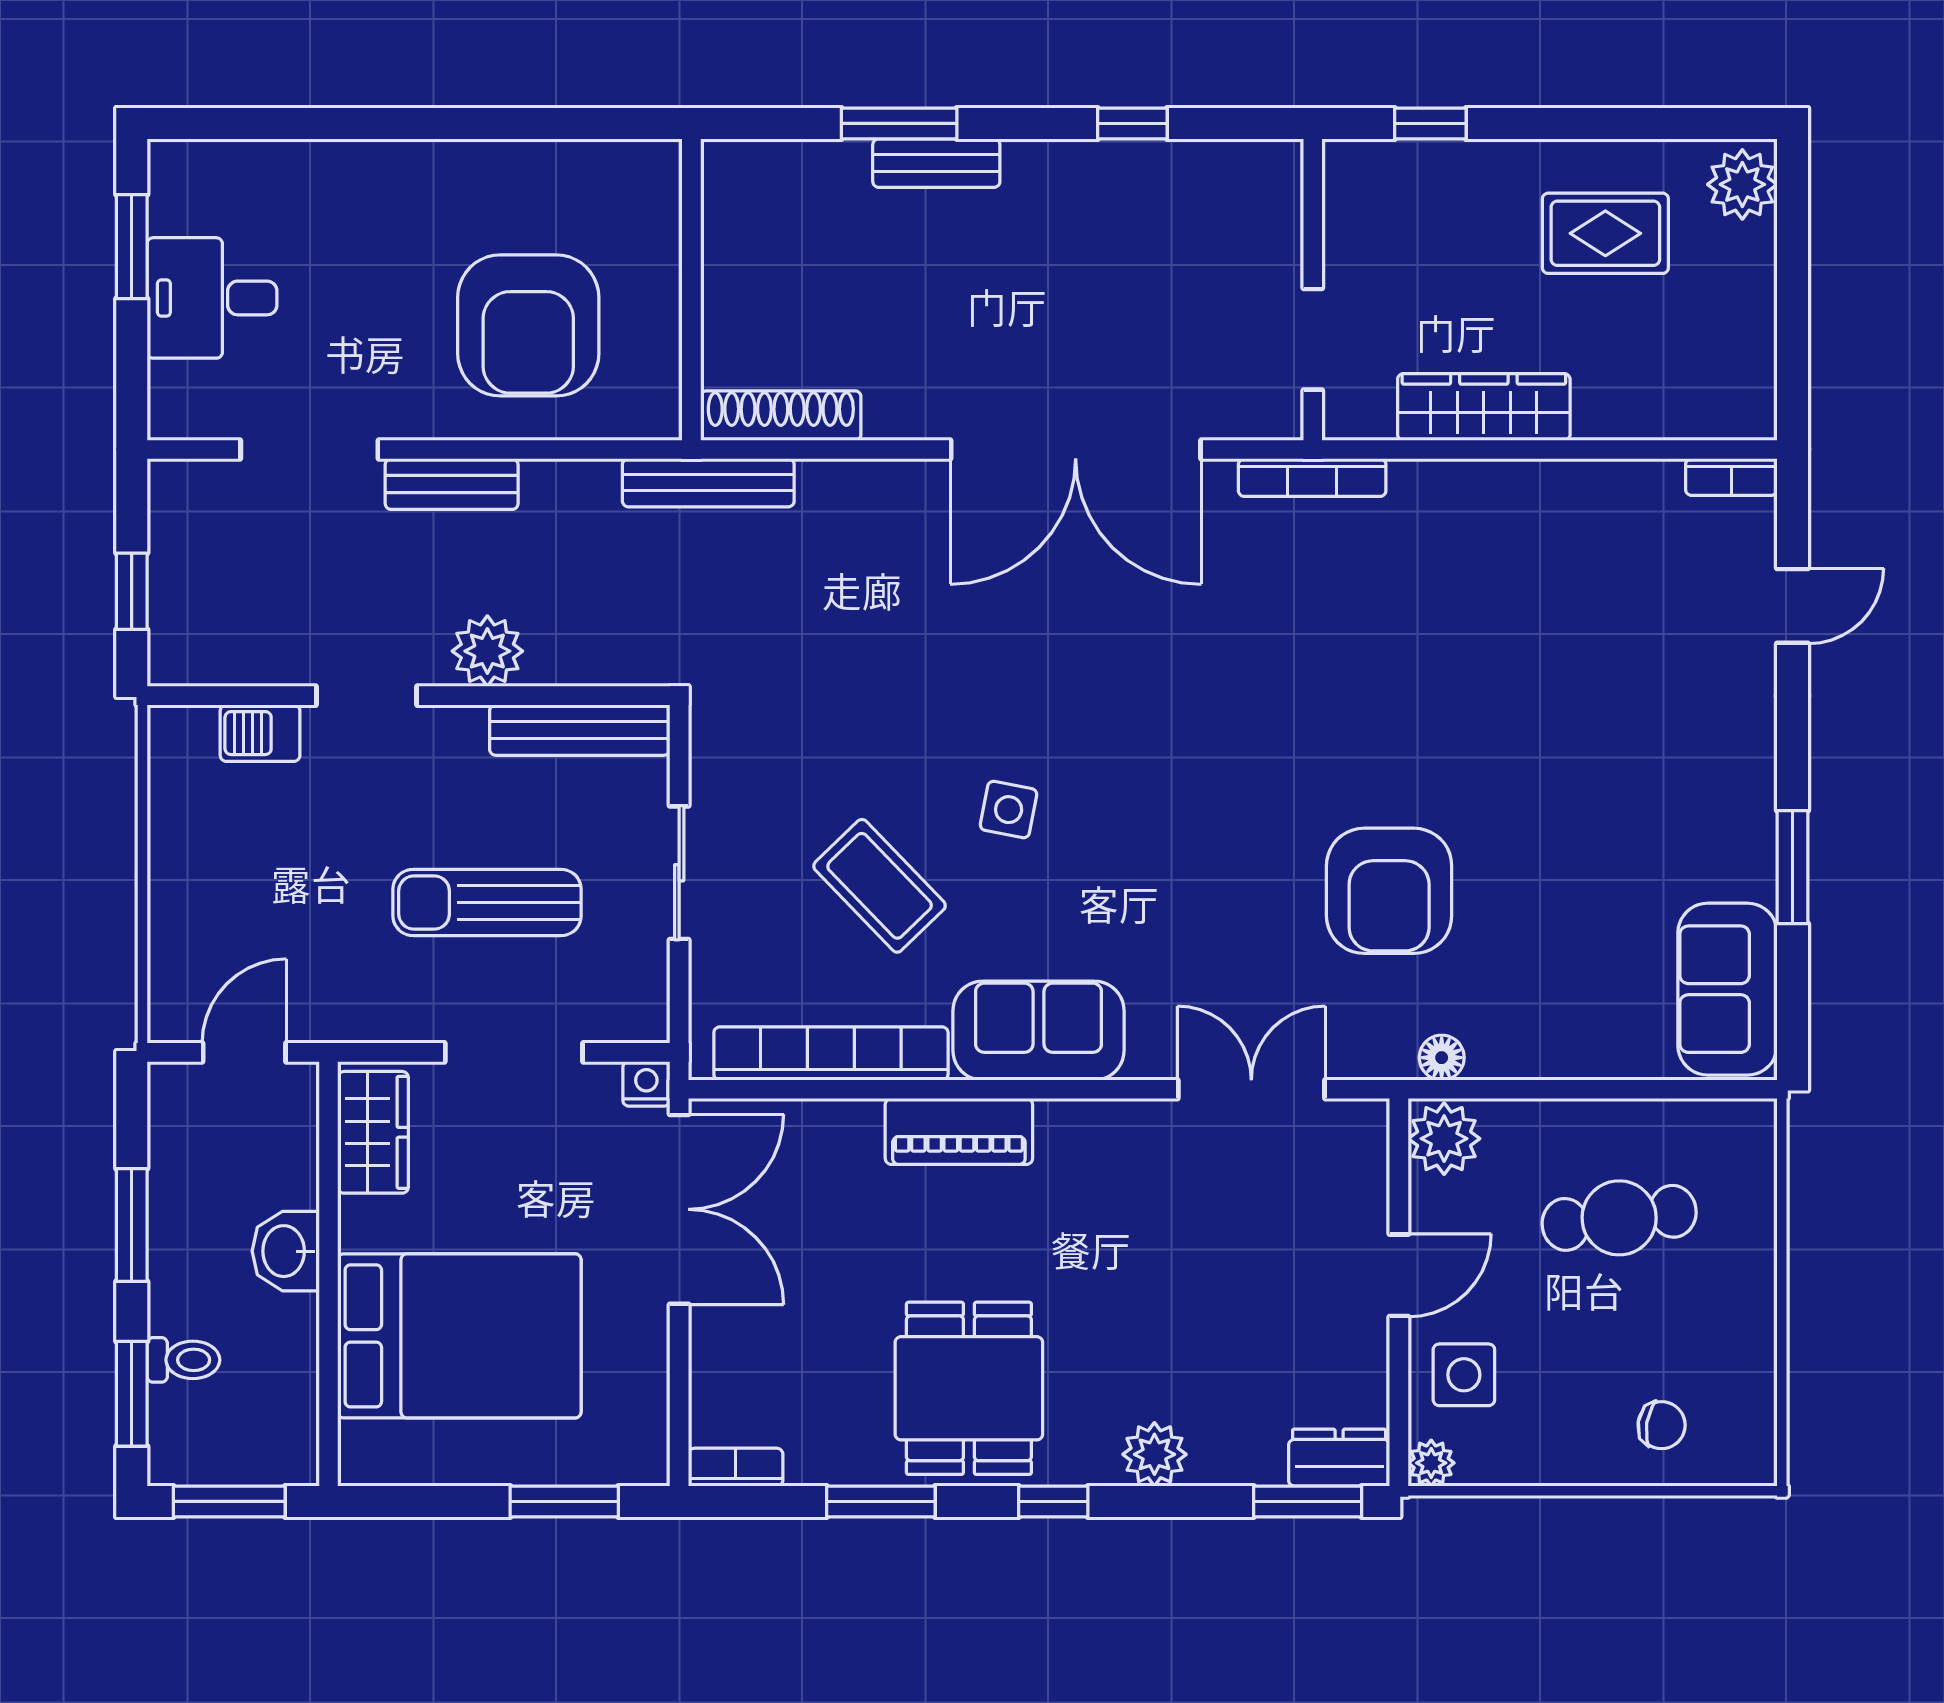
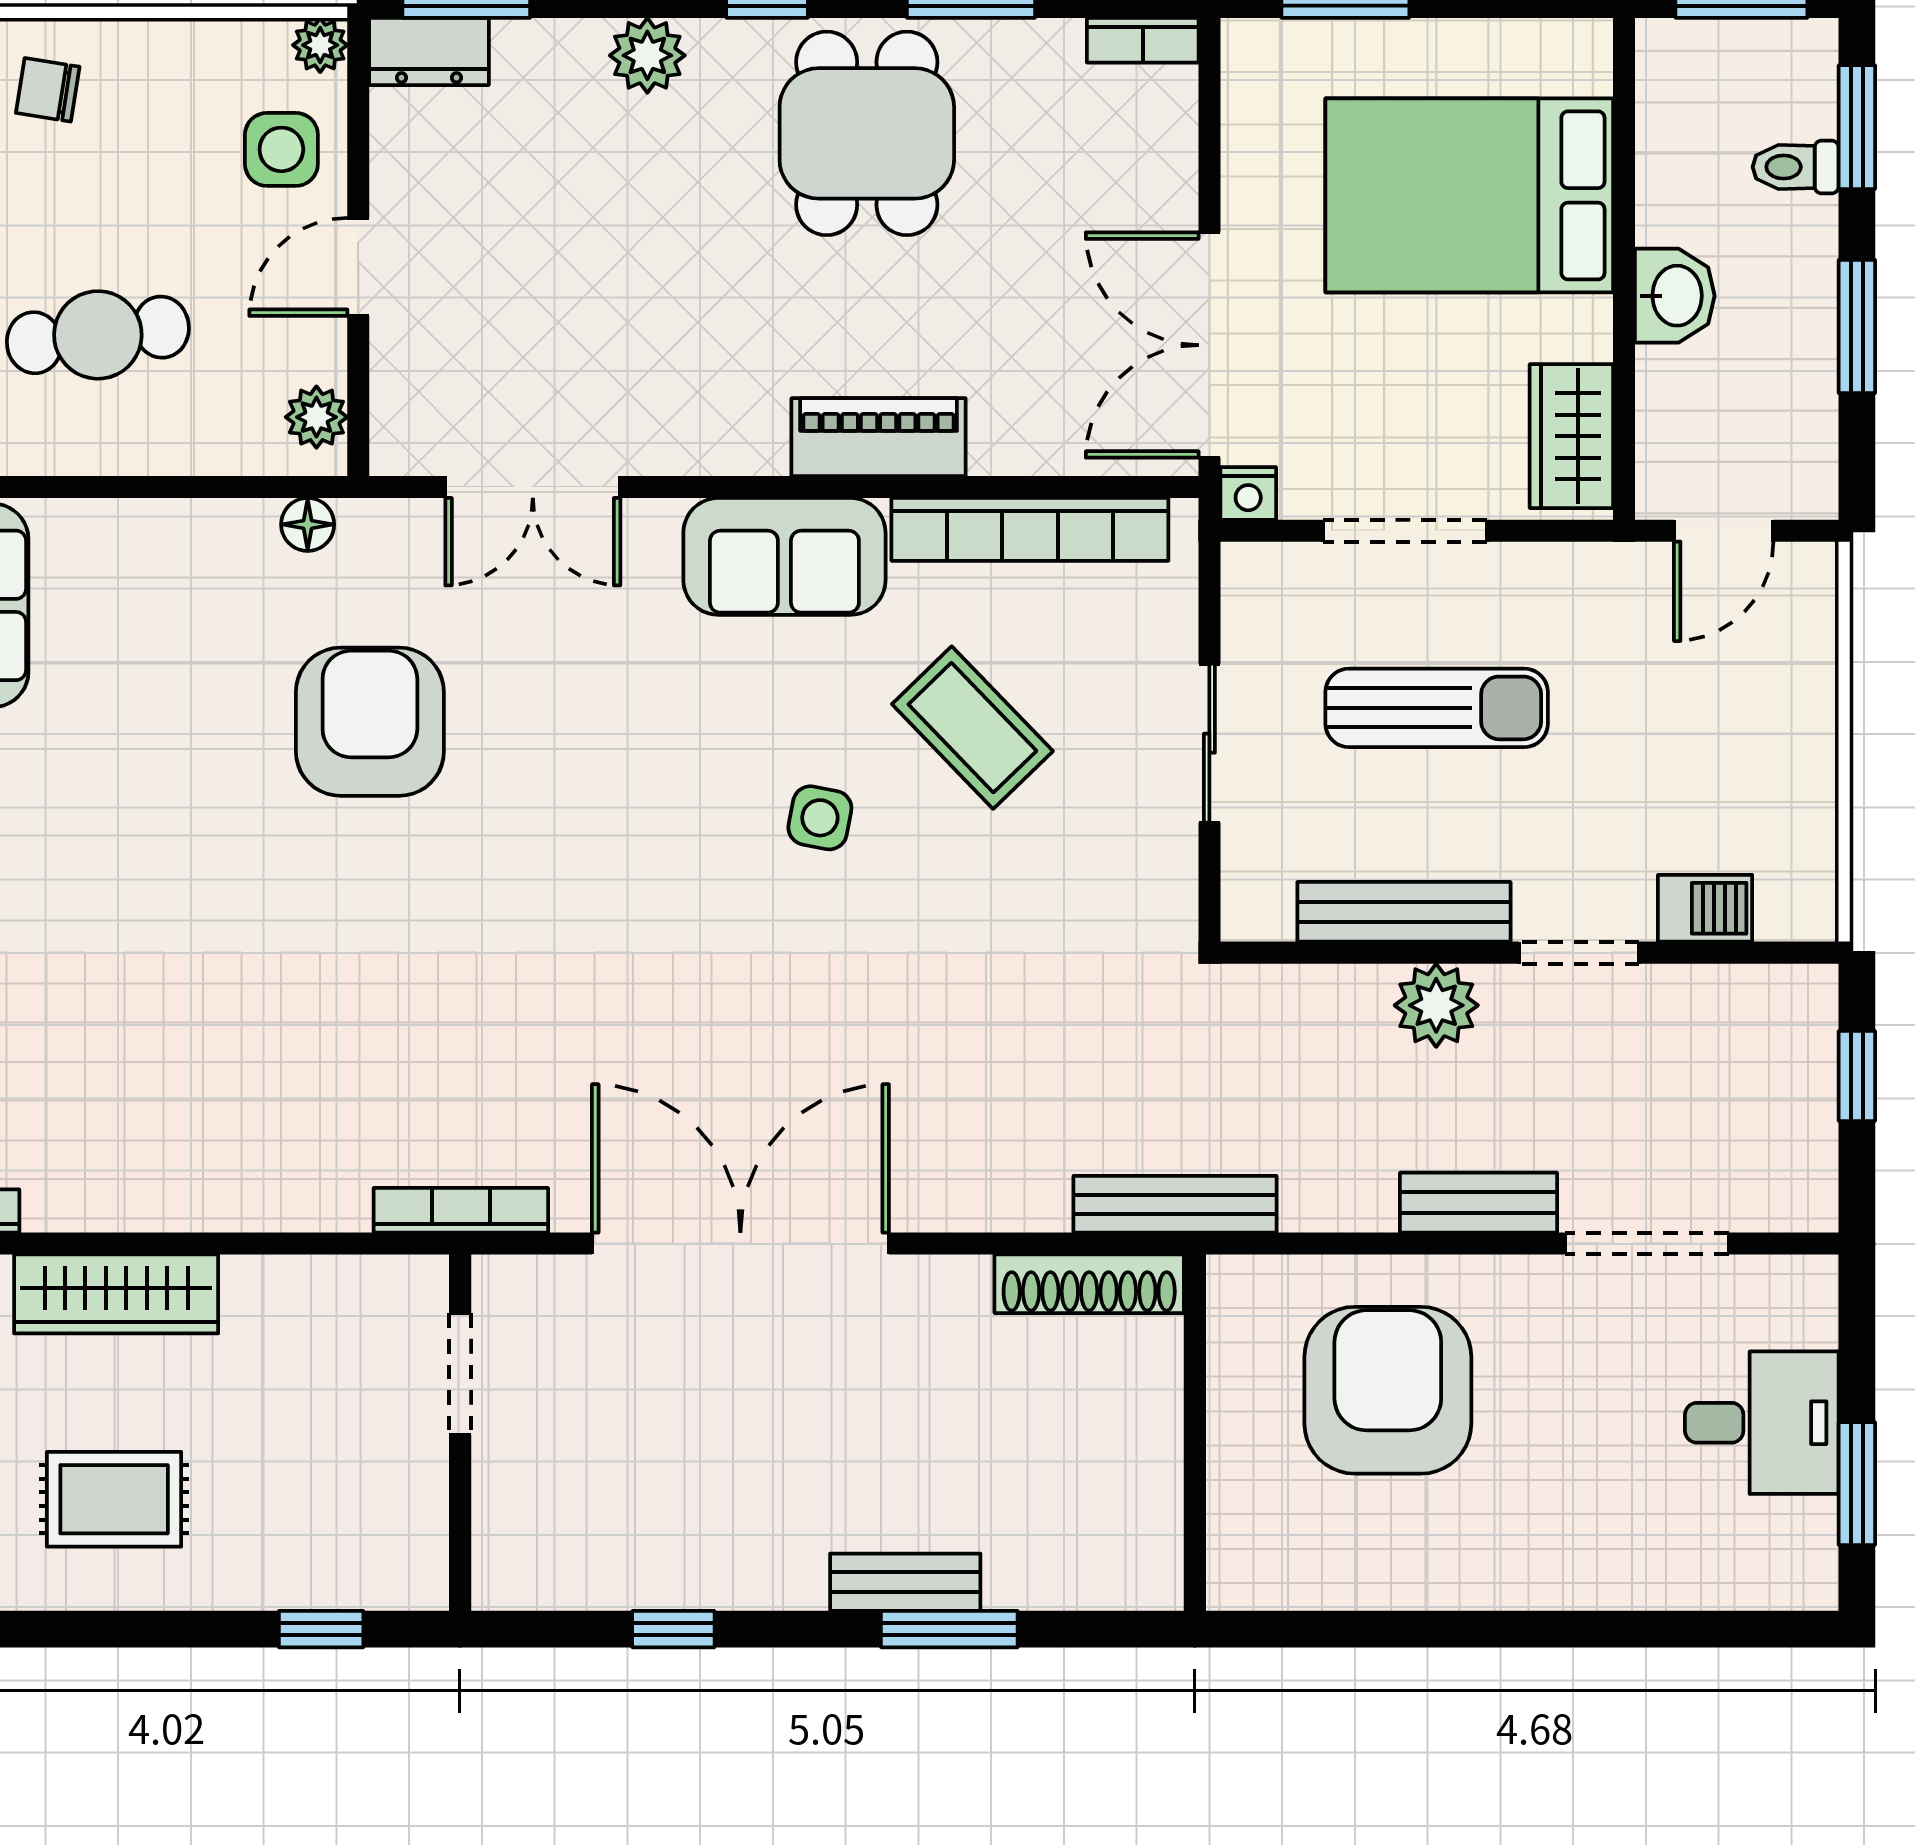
wardrobe: (1484, 407) -> (116, 1294), moved
bench: (580, 730) -> (1404, 912), moved
plant: (1444, 1139) -> (316, 417), width x0.73, depth x0.73

